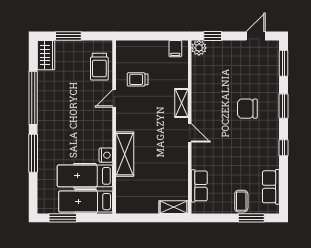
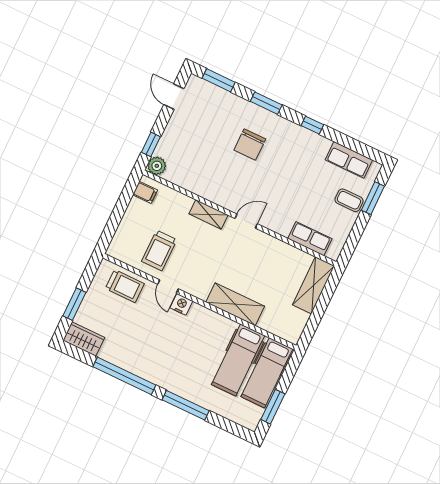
trolley: (138, 79) -> (159, 251), width x1.36, depth x1.39
nightstand: (106, 155) -> (181, 304), moved
shelving: (174, 207) -> (313, 285), width x1.50, depth x1.33

